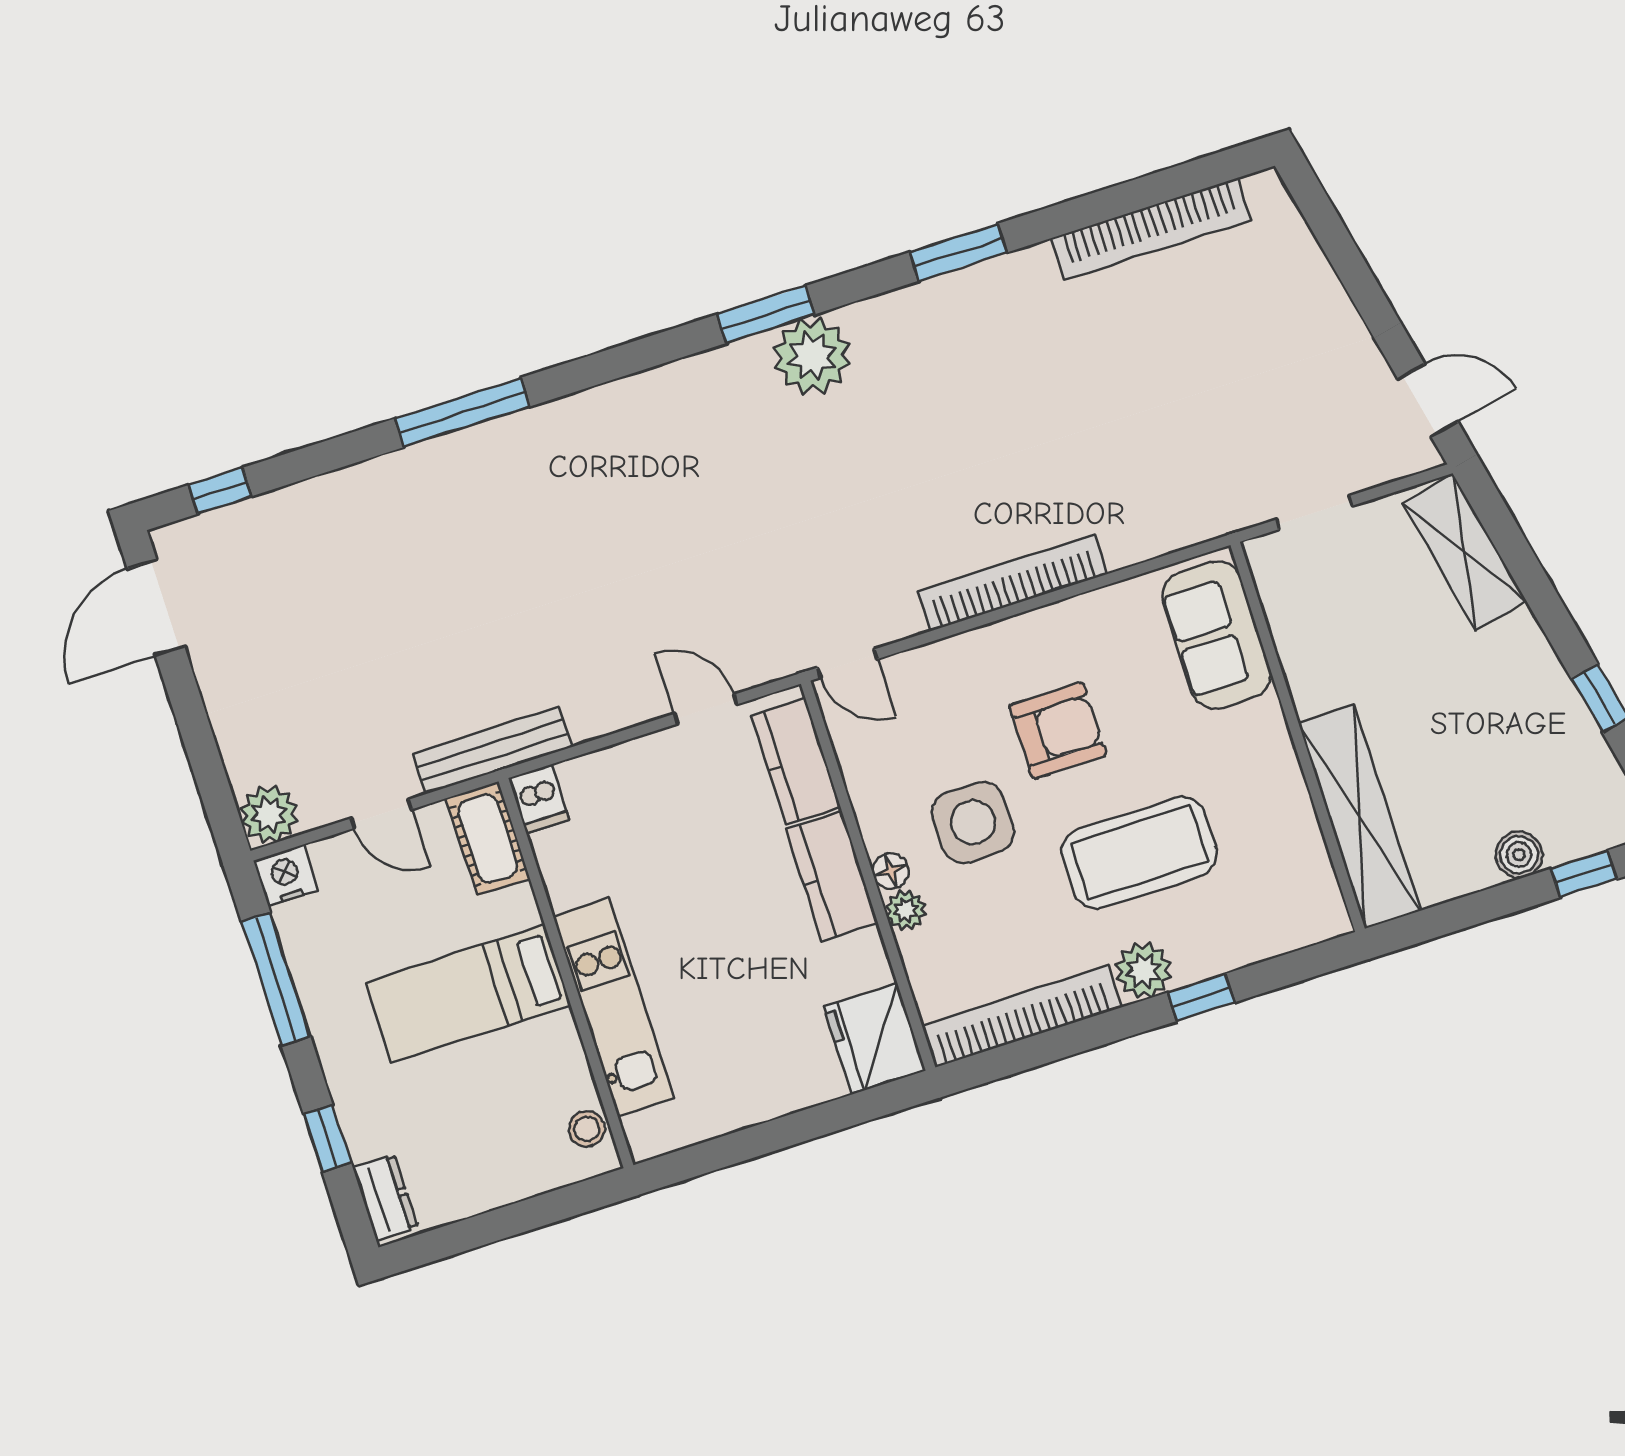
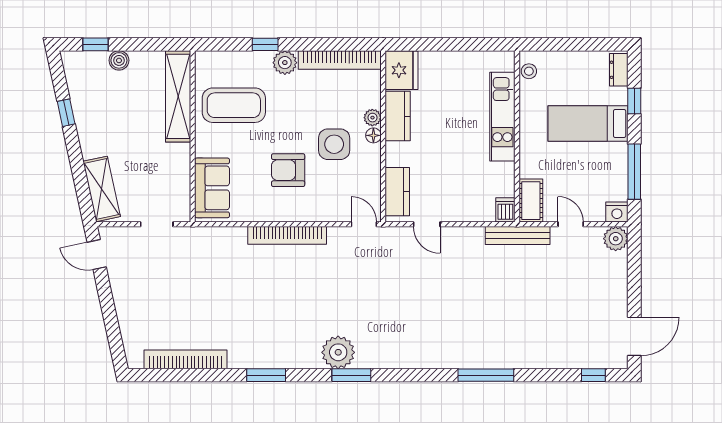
coffee table: (1139, 853) -> (234, 105), moved
kitchen counter: (832, 876) -> (398, 116), moved
bed: (468, 994) -> (588, 123), moved, turned 180

